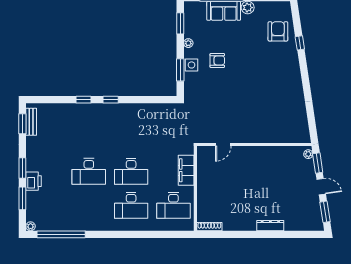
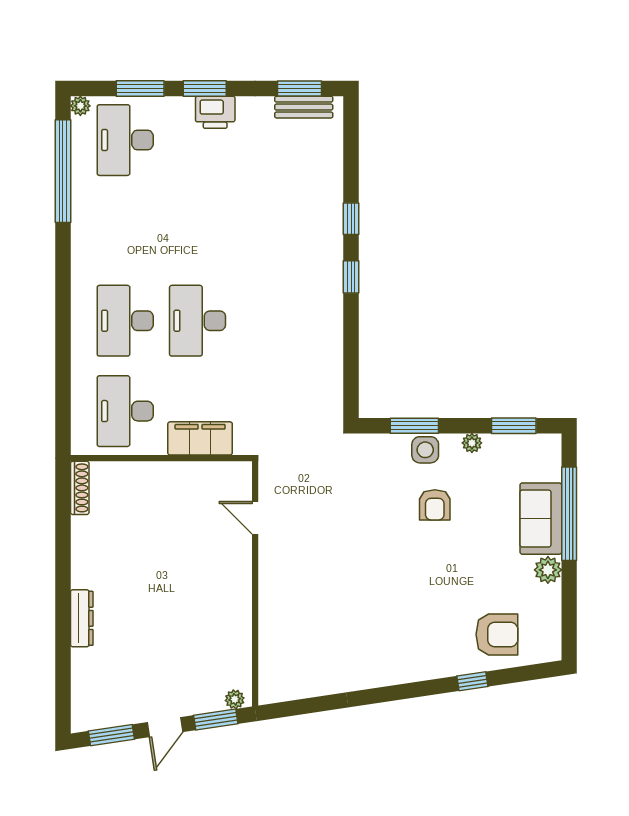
desk: (89, 171) -> (125, 140), moved
printer: (34, 181) -> (215, 112), moved

